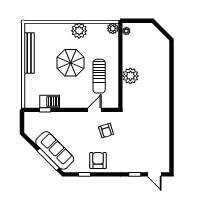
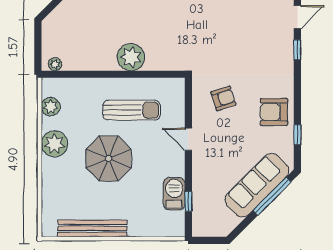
plant: (113, 28) -> (51, 107), moved
door: (95, 110) -> (188, 139), moved

